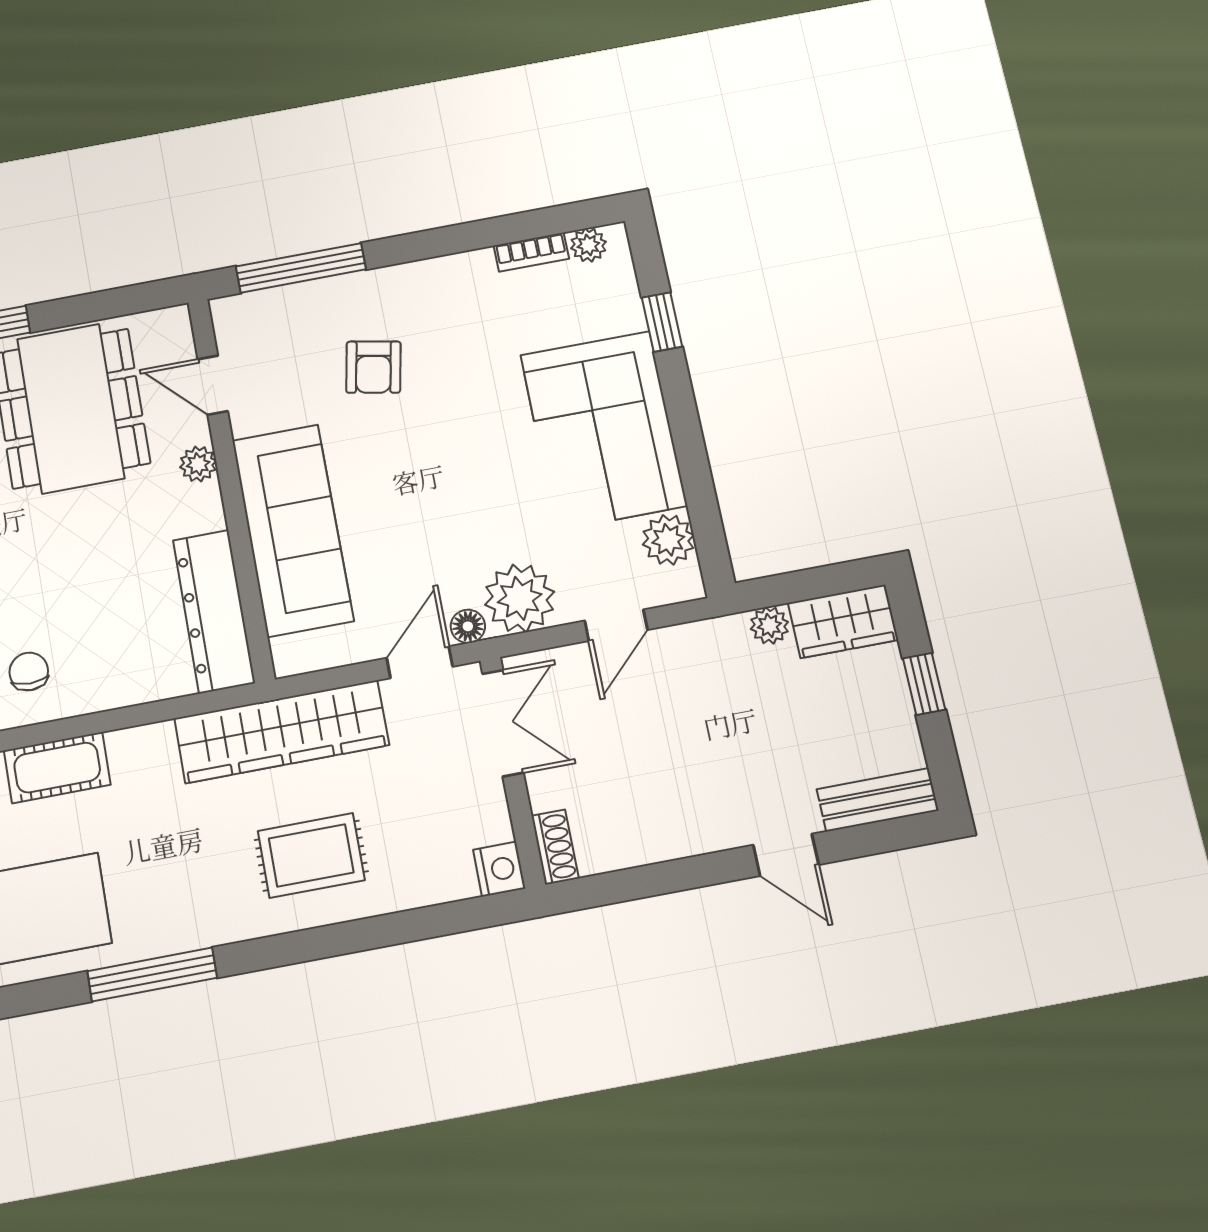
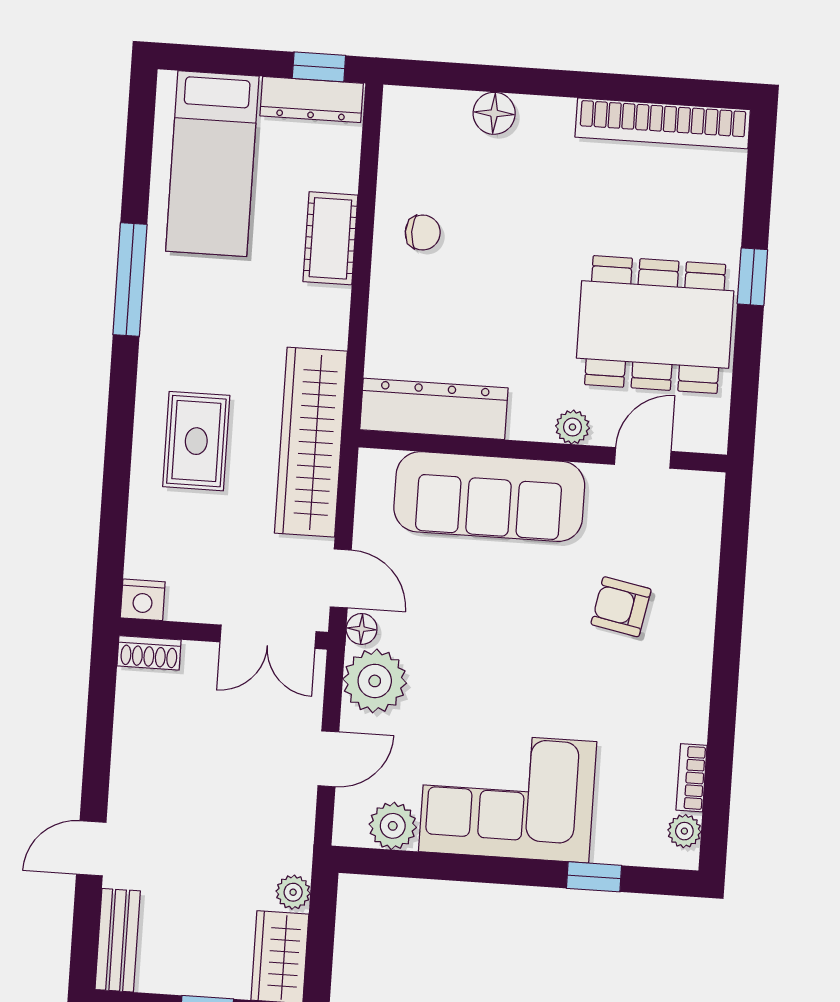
window: (301, 268) -> (733, 565), removed
door: (616, 625) -> (328, 759), swing flipped

